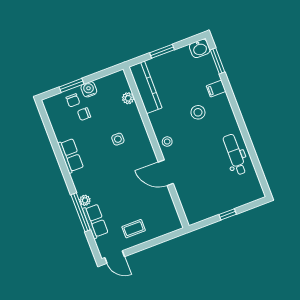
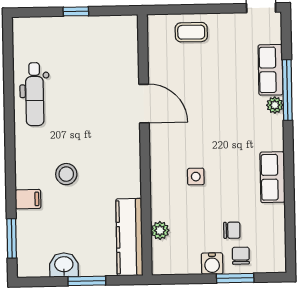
washbasin: (200, 48) -> (64, 265), moved
stool: (167, 142) -> (126, 148), removed
coffee table: (134, 229) -> (191, 32), moved

